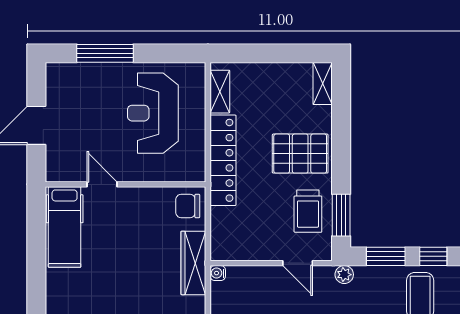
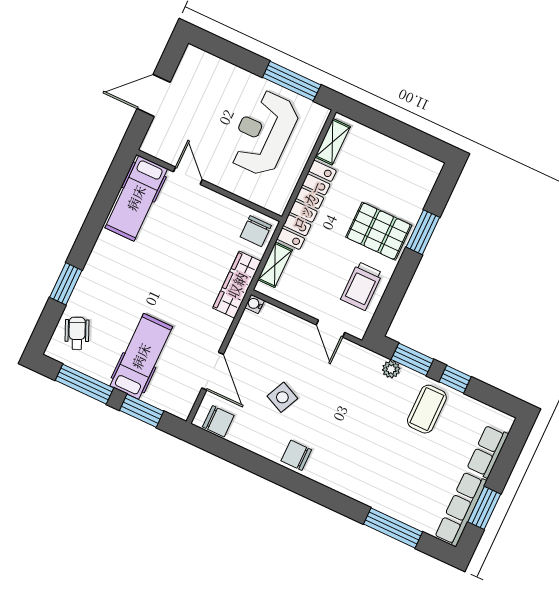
window: (105, 53) -> (292, 81), moved
shelving: (323, 84) -> (275, 265), moved
chair: (188, 206) -> (256, 231), turned -90
window: (341, 215) -> (423, 232), moved
plant: (344, 275) -> (391, 369), moved

